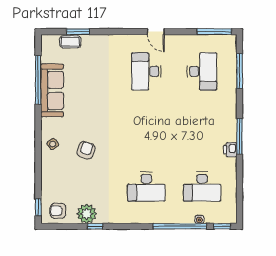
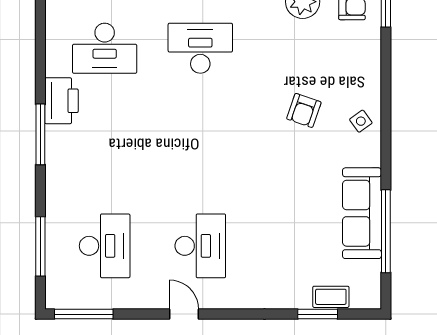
desk: (202, 71) -> (105, 246), turned 180
printer: (230, 150) -> (61, 101), width x1.87, depth x1.48
desk: (202, 187) -> (105, 48), turned 180

